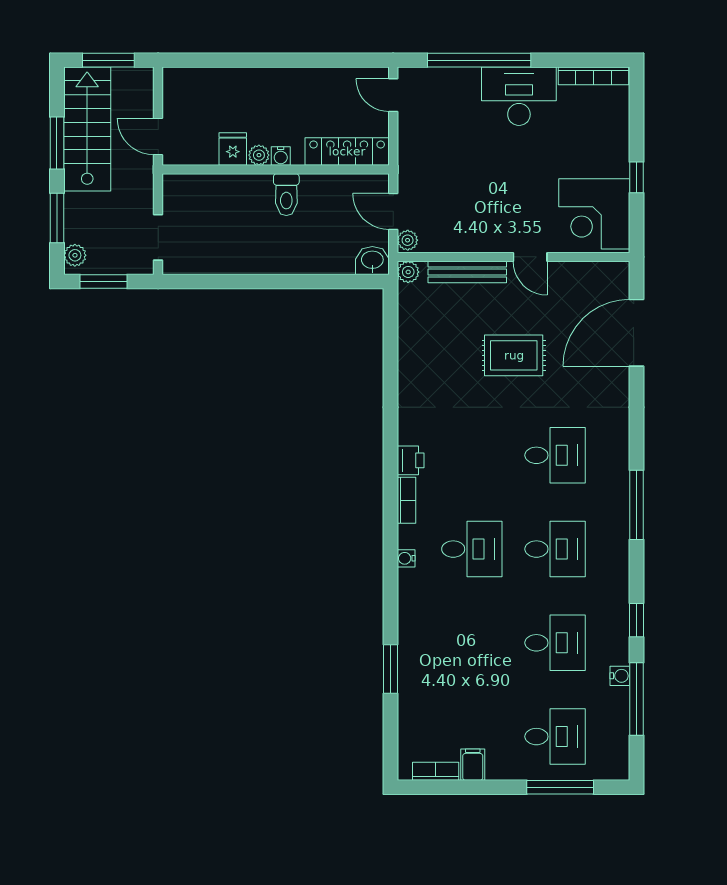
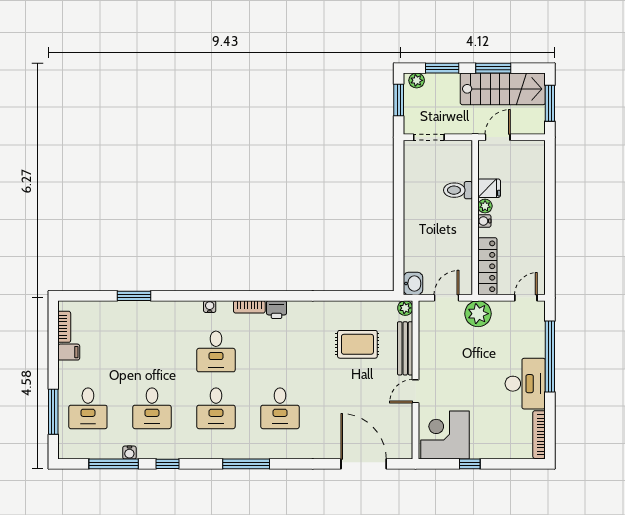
toilet: (286, 195) -> (458, 190), moved
plant: (408, 240) -> (478, 314), moved, width x1.88, depth x1.88
rug: (514, 355) -> (357, 344), moved, turned 90

